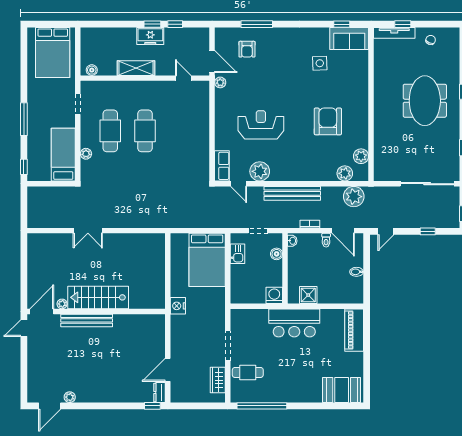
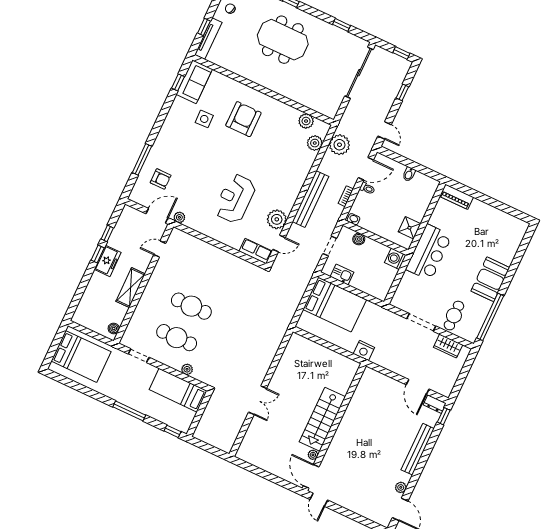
armchair: (328, 121) -> (243, 119), moved, turned 90
bench: (87, 320) -> (418, 449), moved
piano: (354, 330) -> (456, 197), width x0.73, depth x0.75
booth: (342, 390) -> (490, 279), moved

